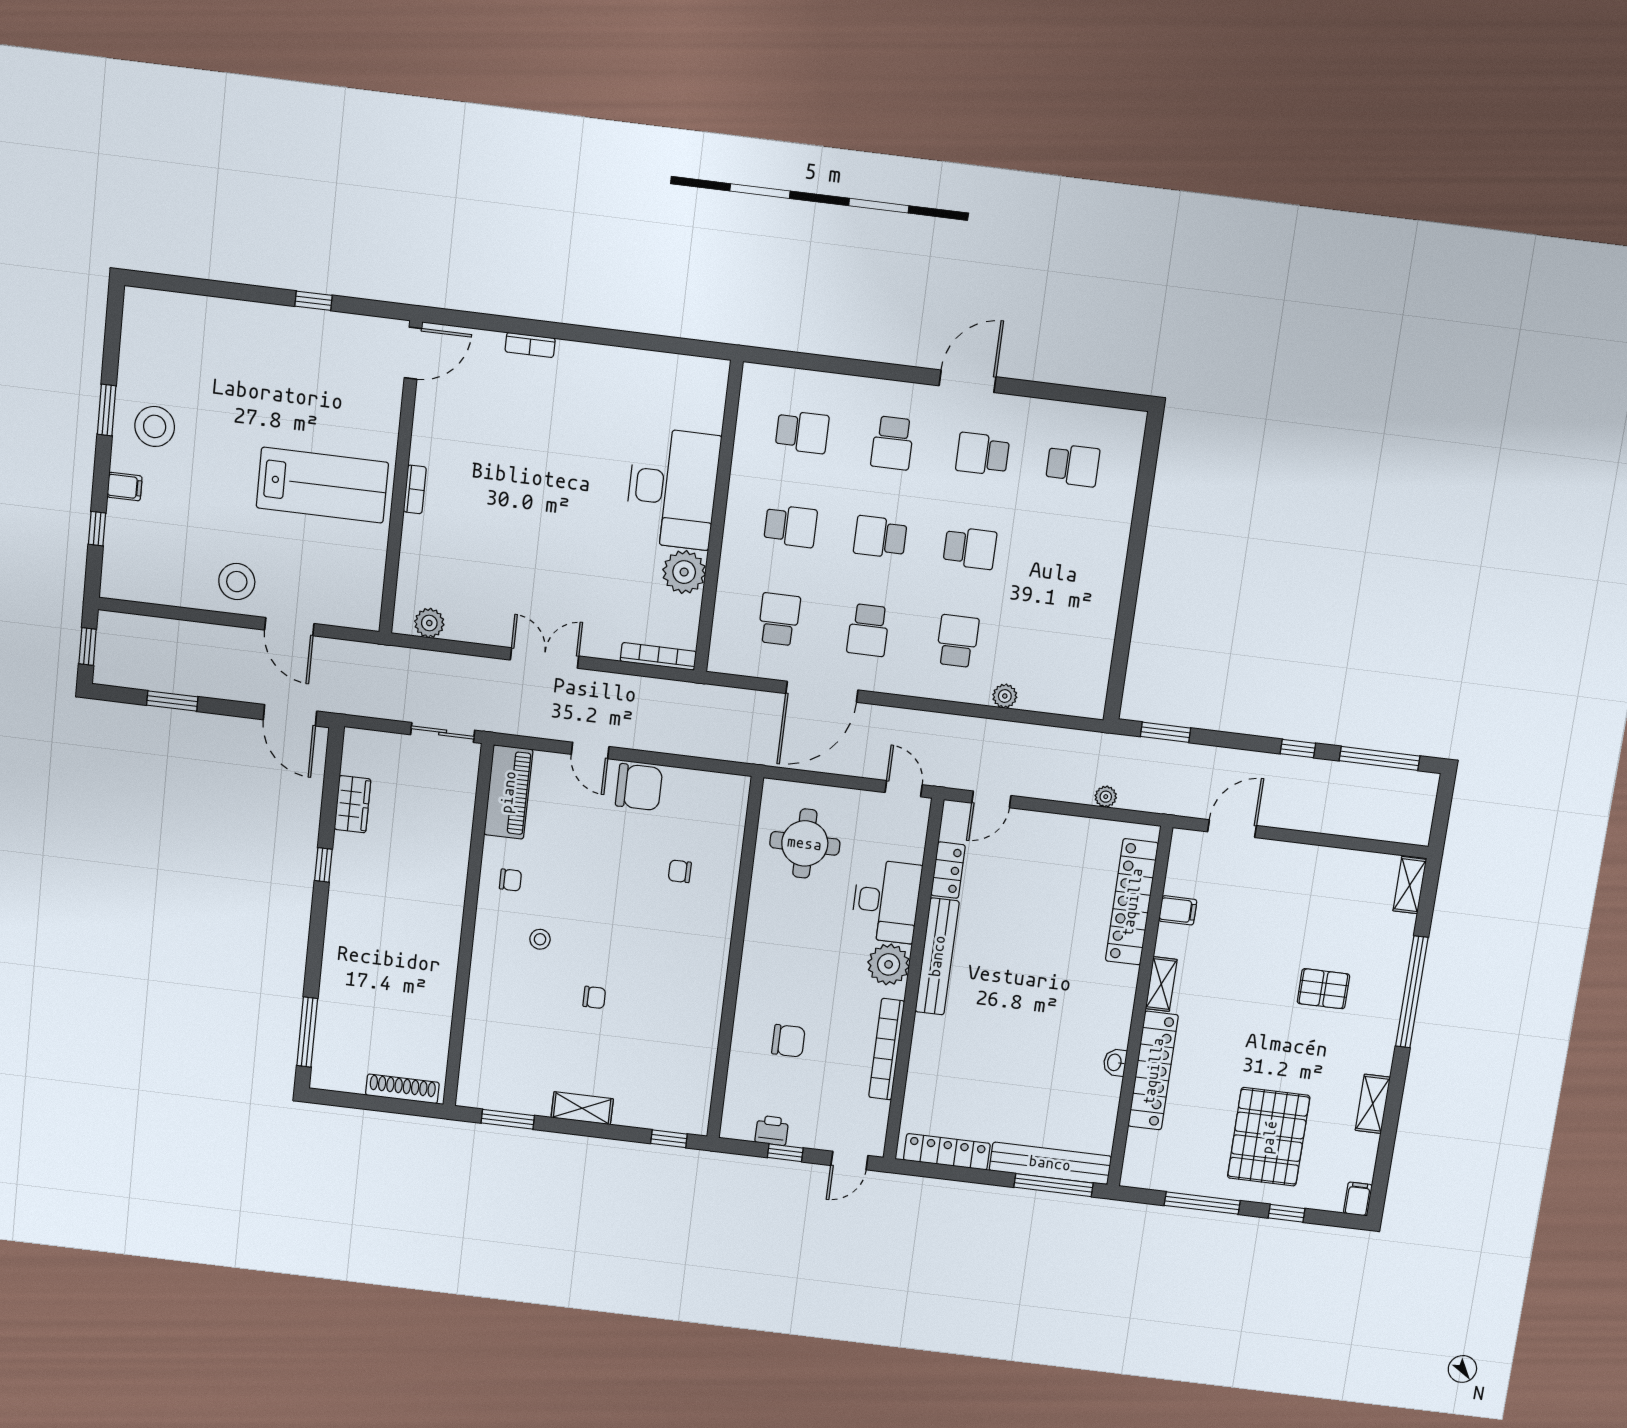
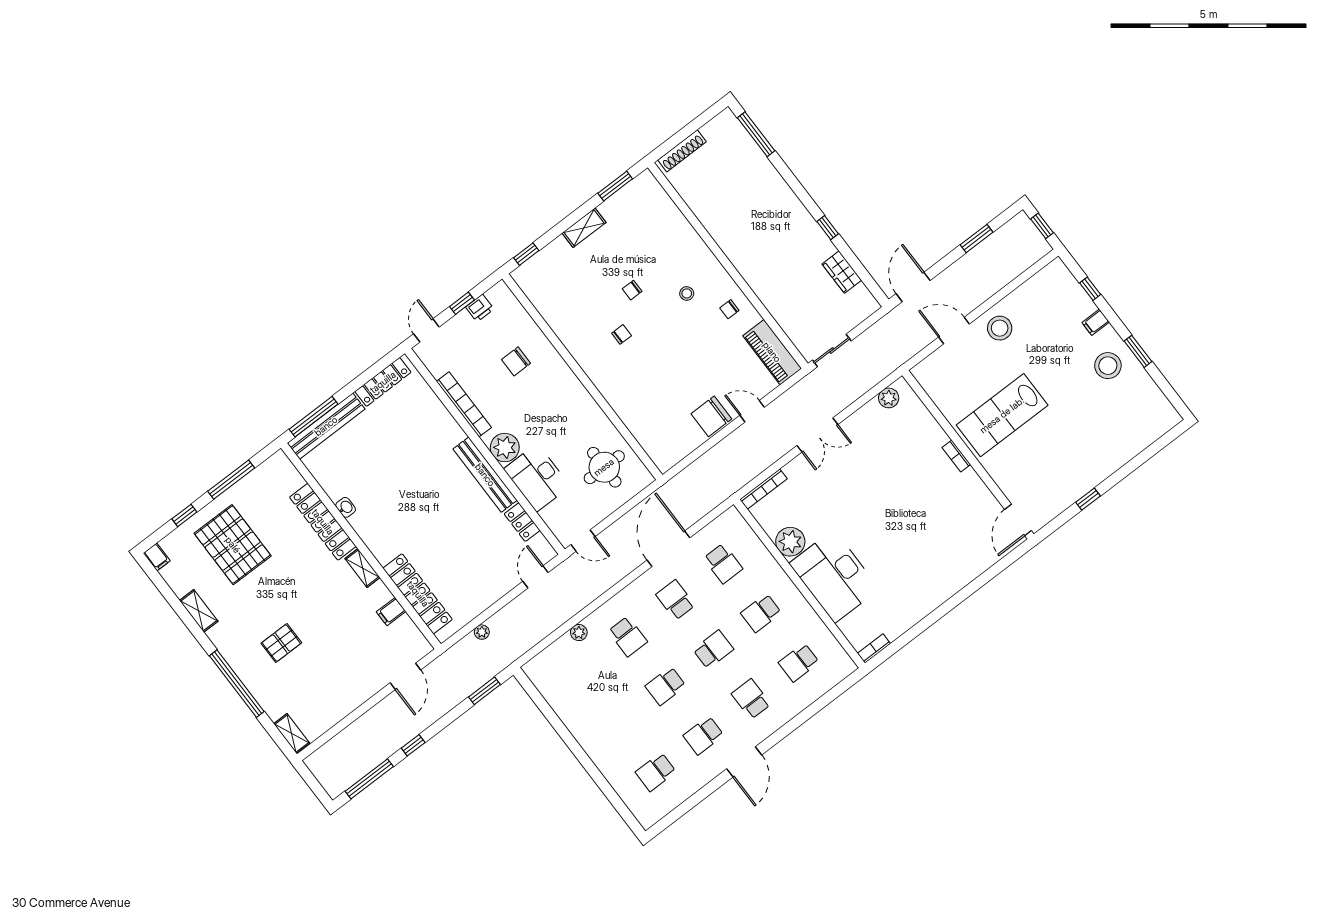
bookcase: (530, 345) -> (874, 649), moved
school desk: (983, 454) -> (703, 735), turned 180
door: (290, 715) -> (913, 287), hinge flipped
chair: (680, 871) -> (622, 334), moved

